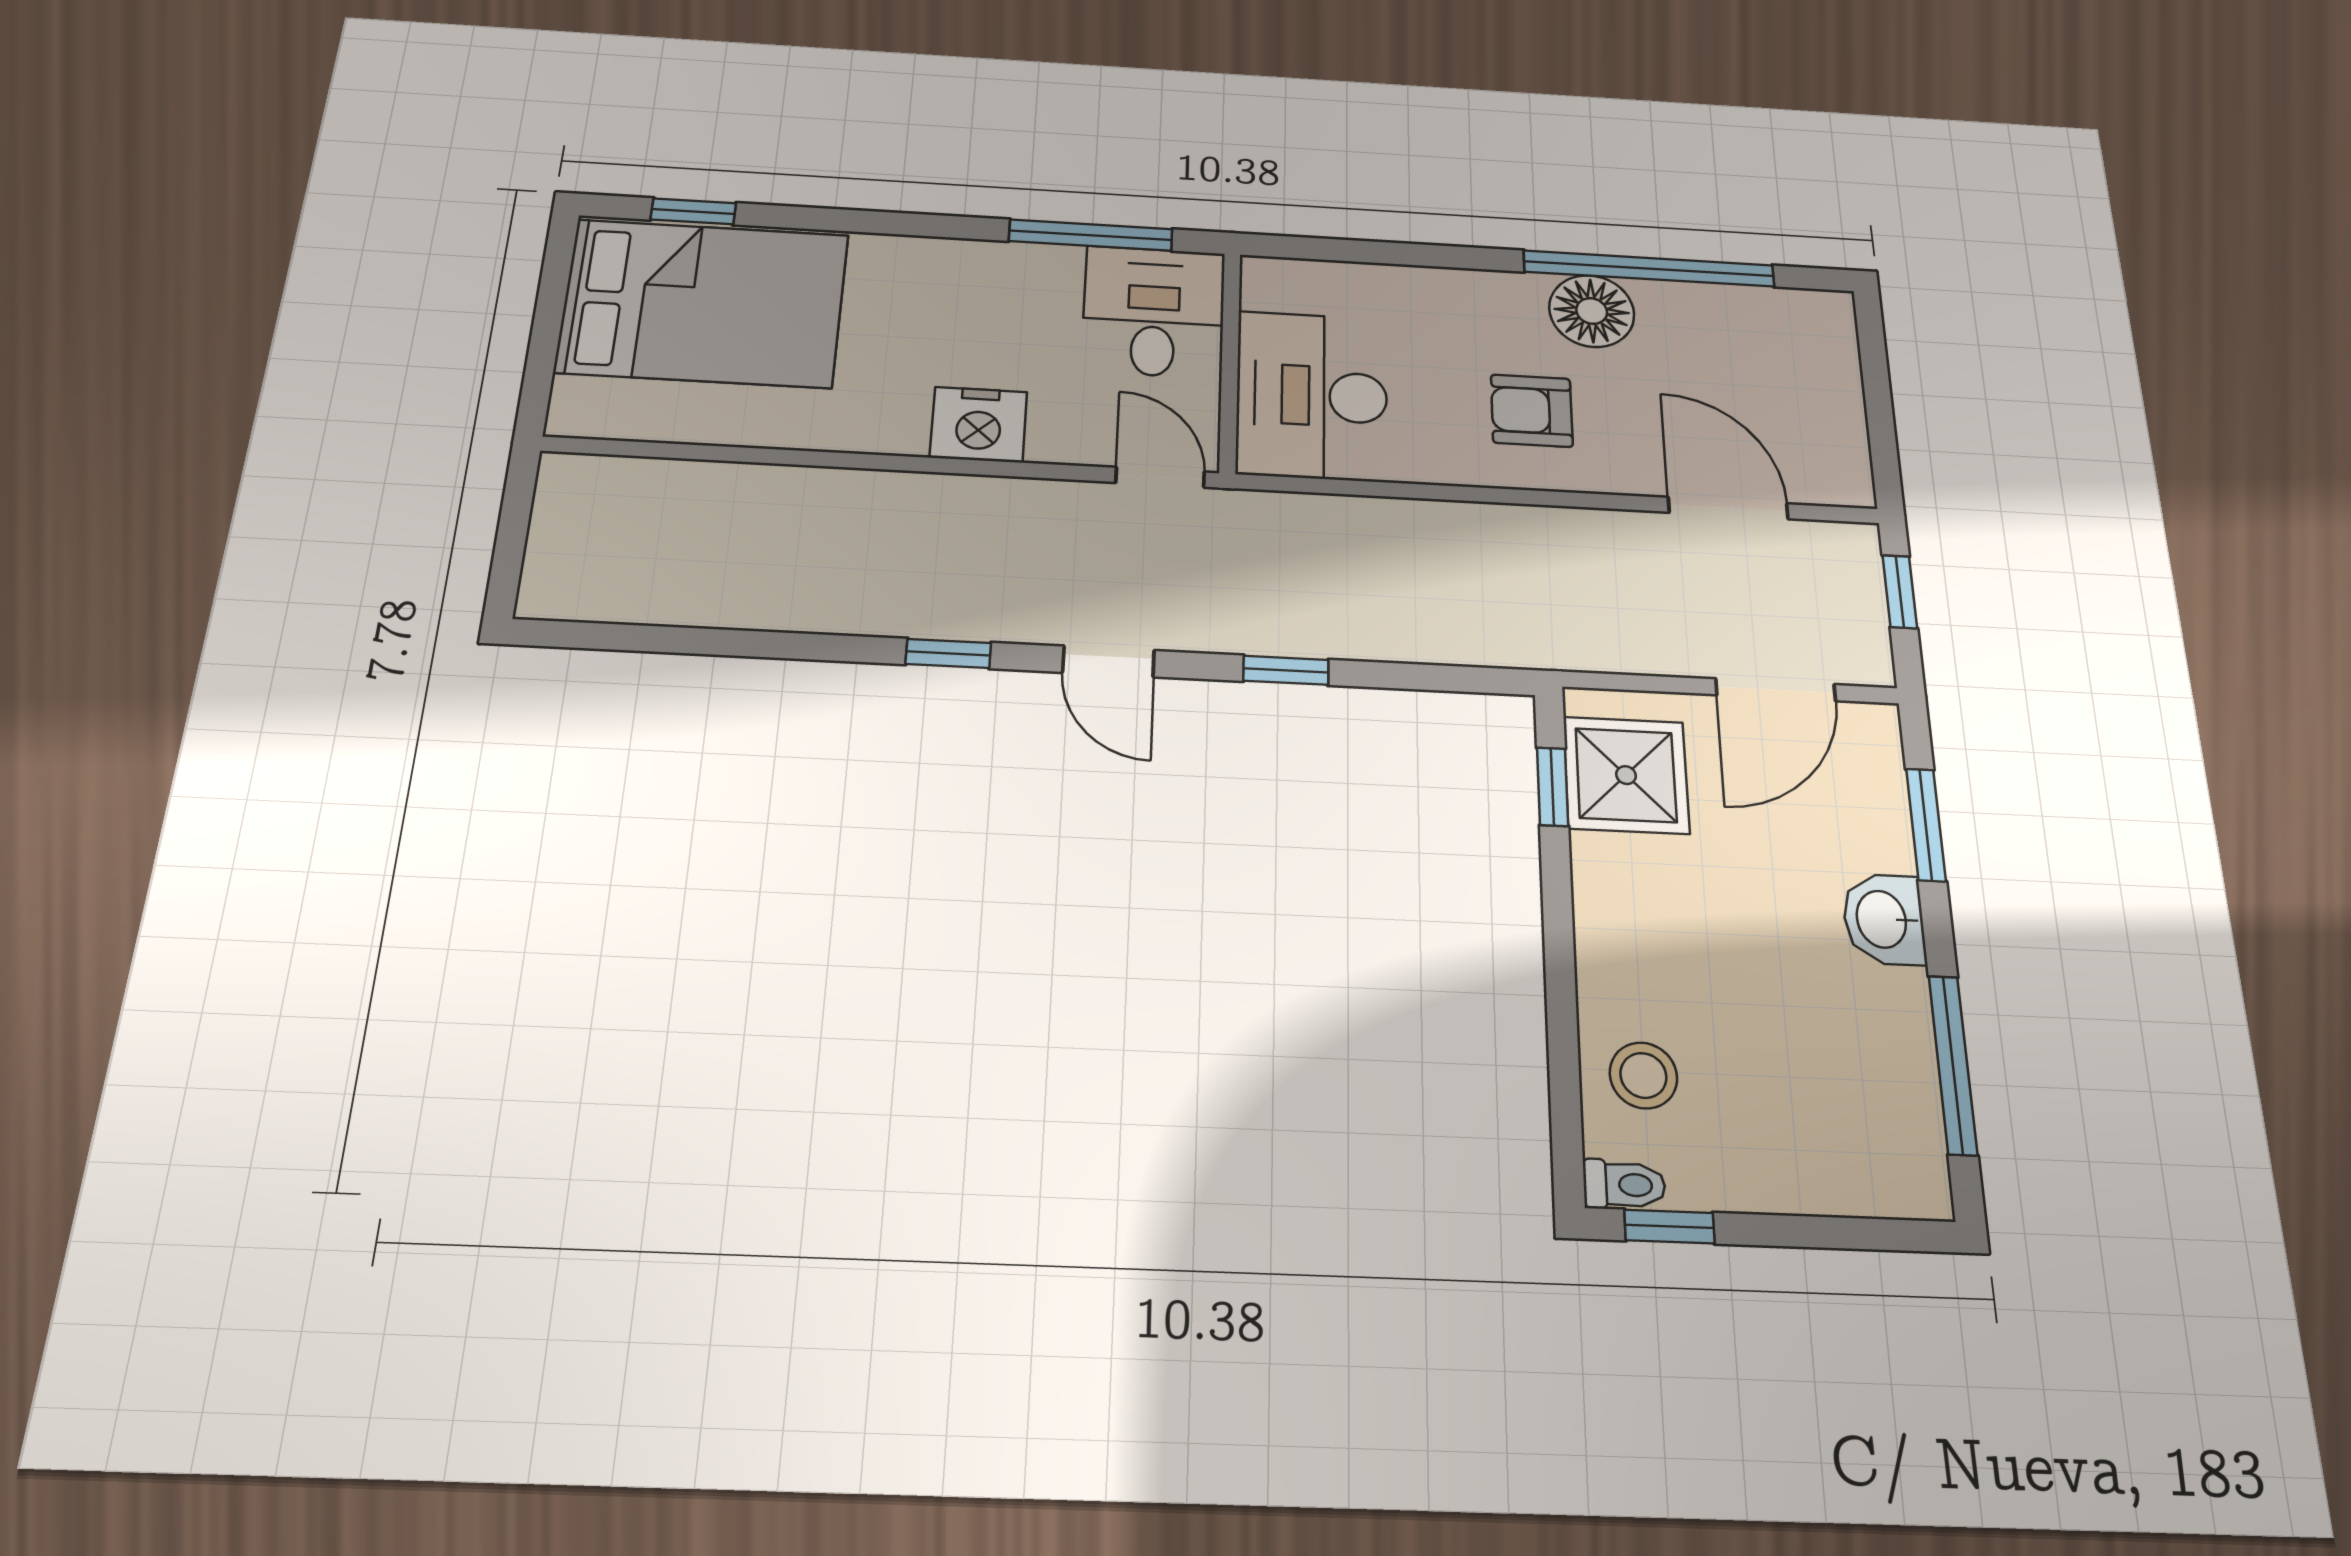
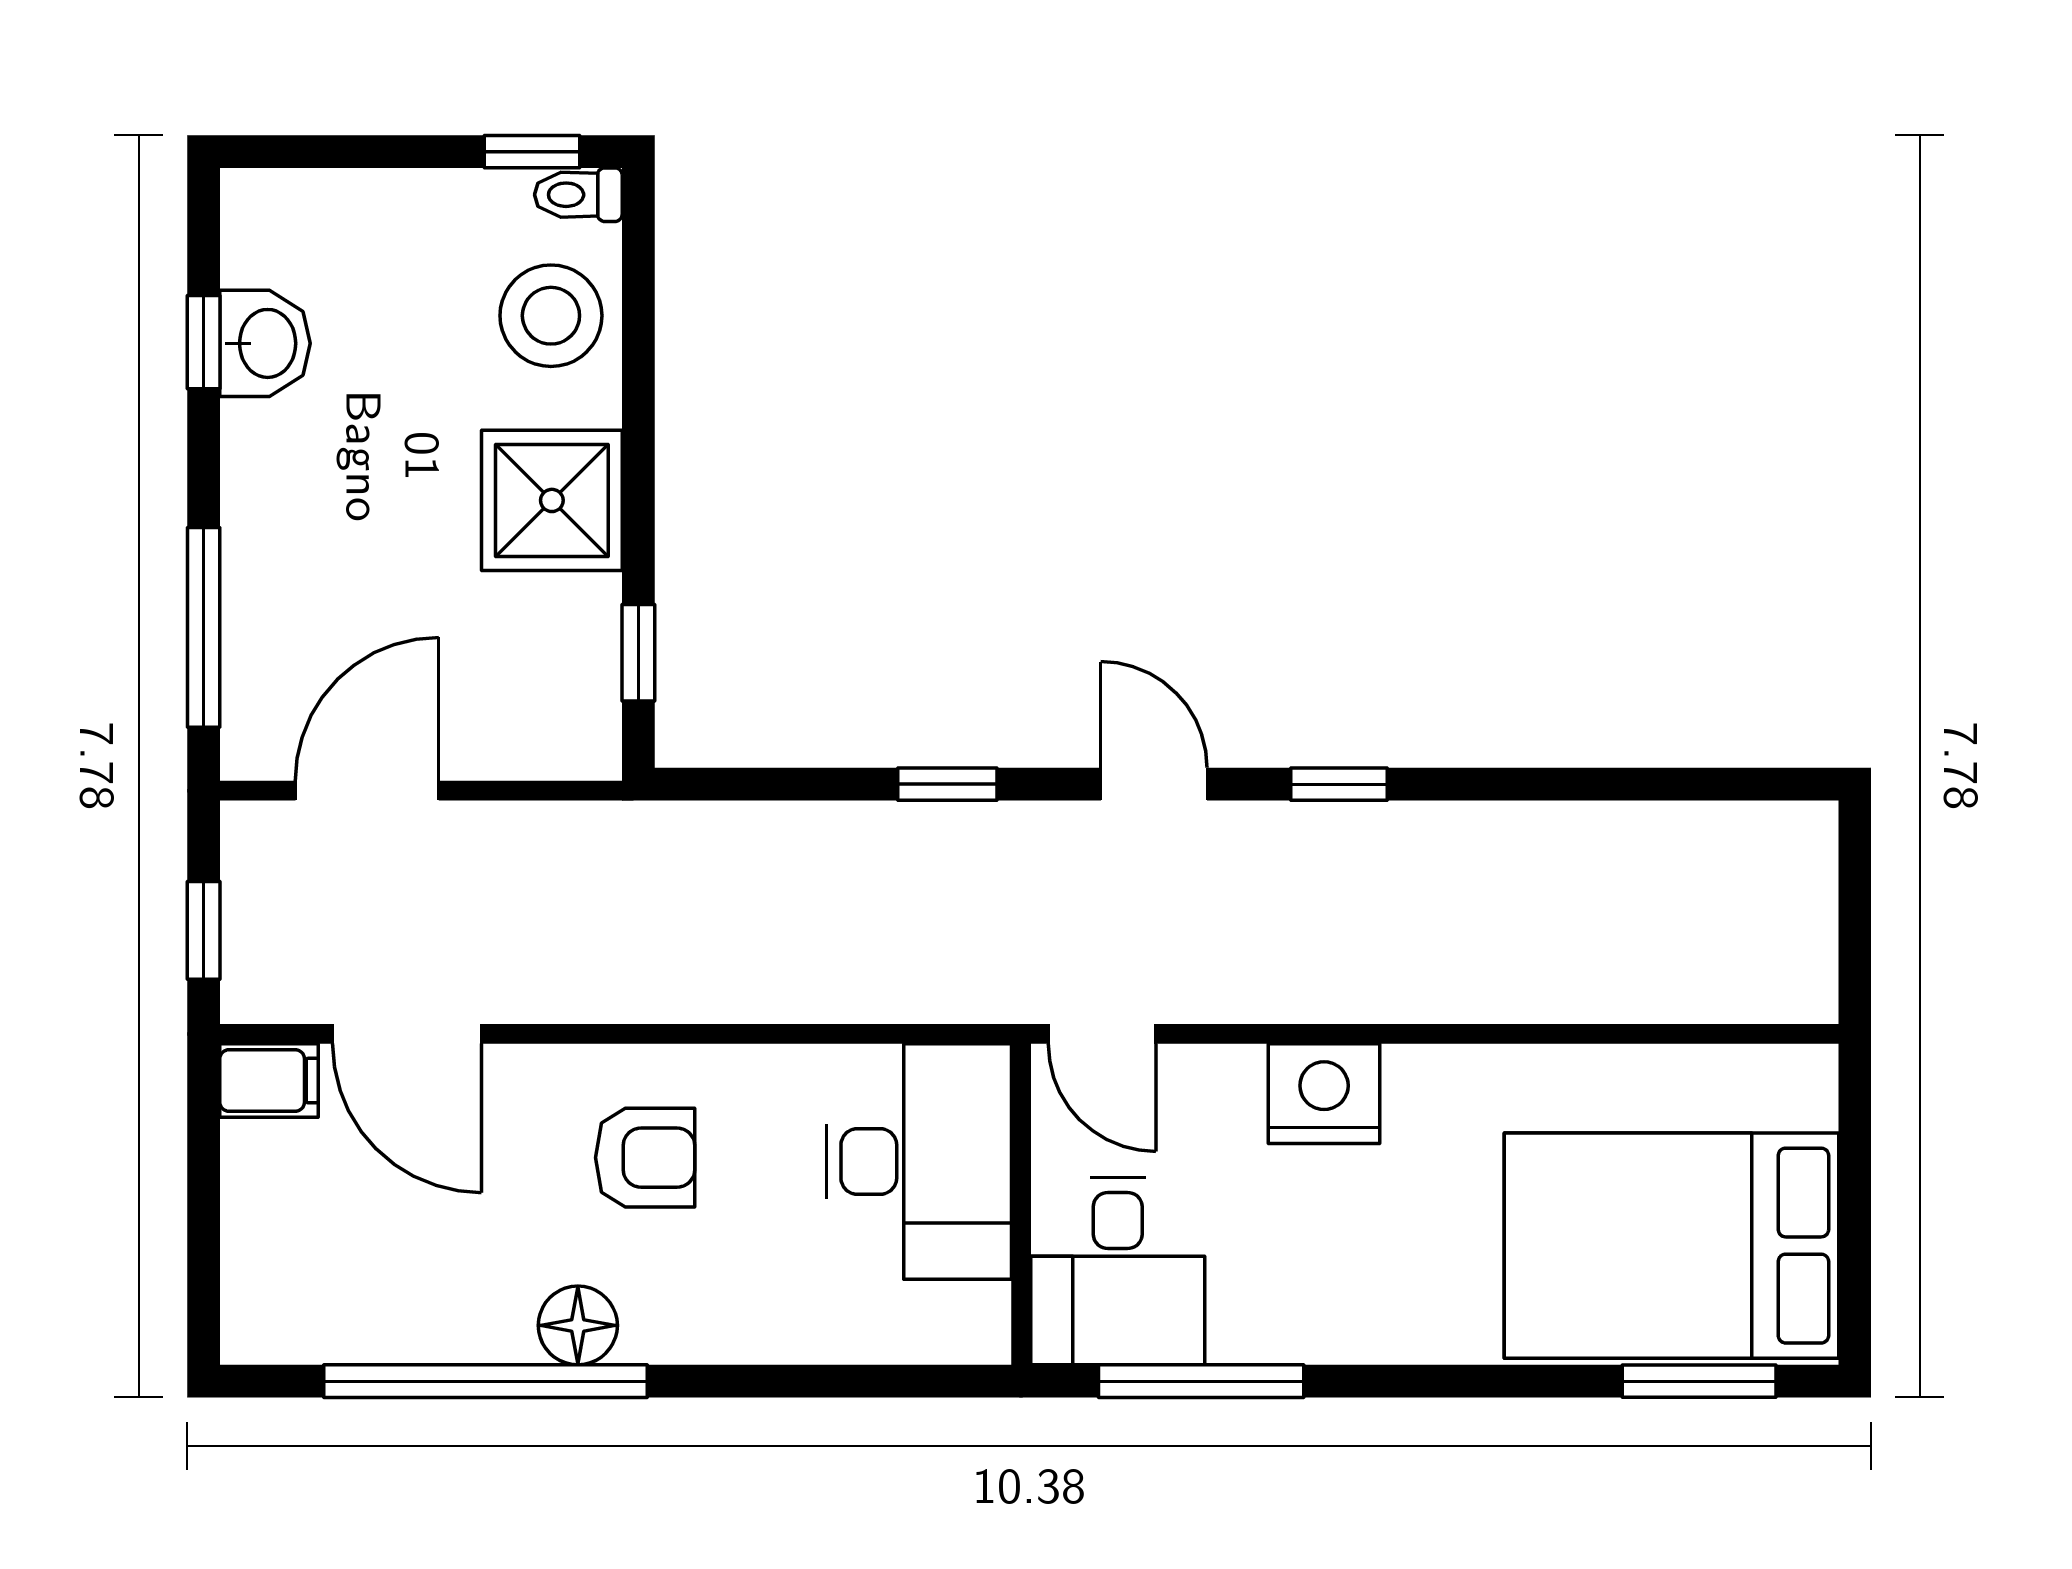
window: (693, 211) -> (1699, 1381), width x1.50
floor lamp: (1592, 311) -> (578, 1325), width x0.73, depth x0.73
filing cabinet: (1836, 481) -> (269, 1081), added
shower: (1626, 775) -> (552, 500), moved
window: (1926, 825) -> (204, 627), width x1.44
washbasin: (1884, 919) -> (265, 343), moved
window: (1953, 1065) -> (204, 342), width x0.46
stool: (1643, 1075) -> (551, 316), width x1.38, depth x1.38

